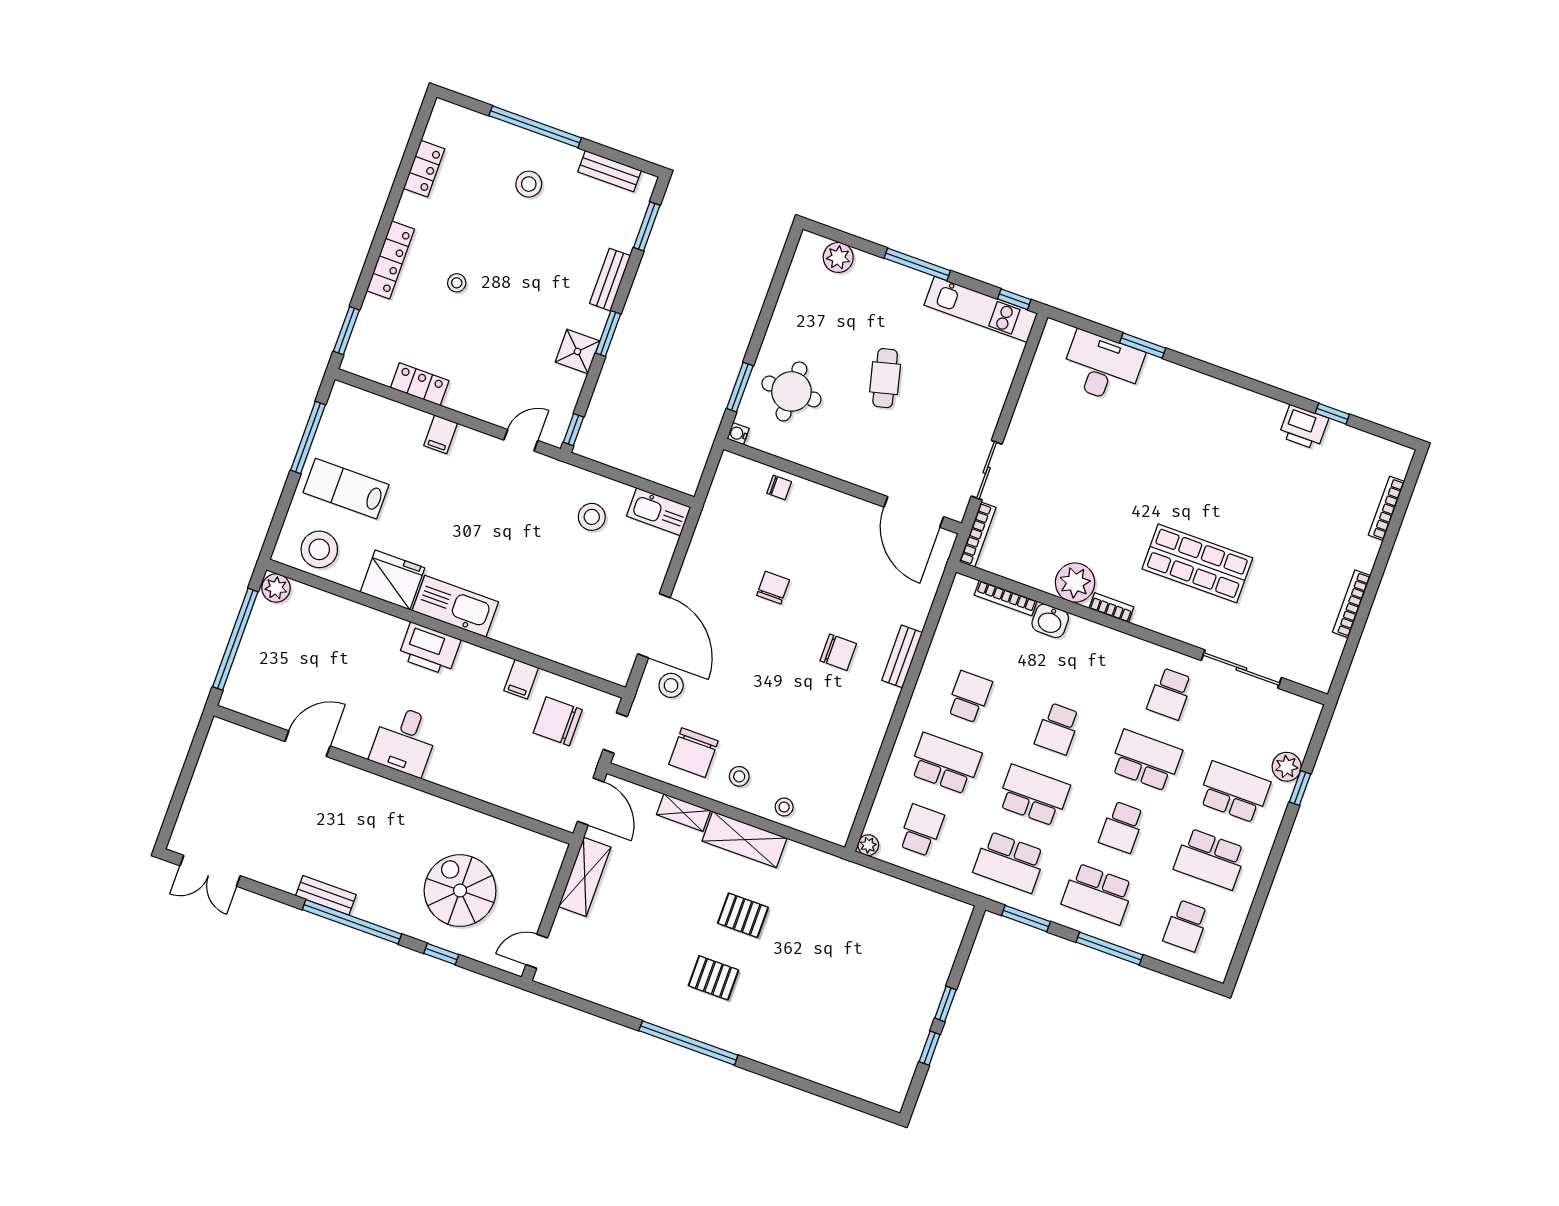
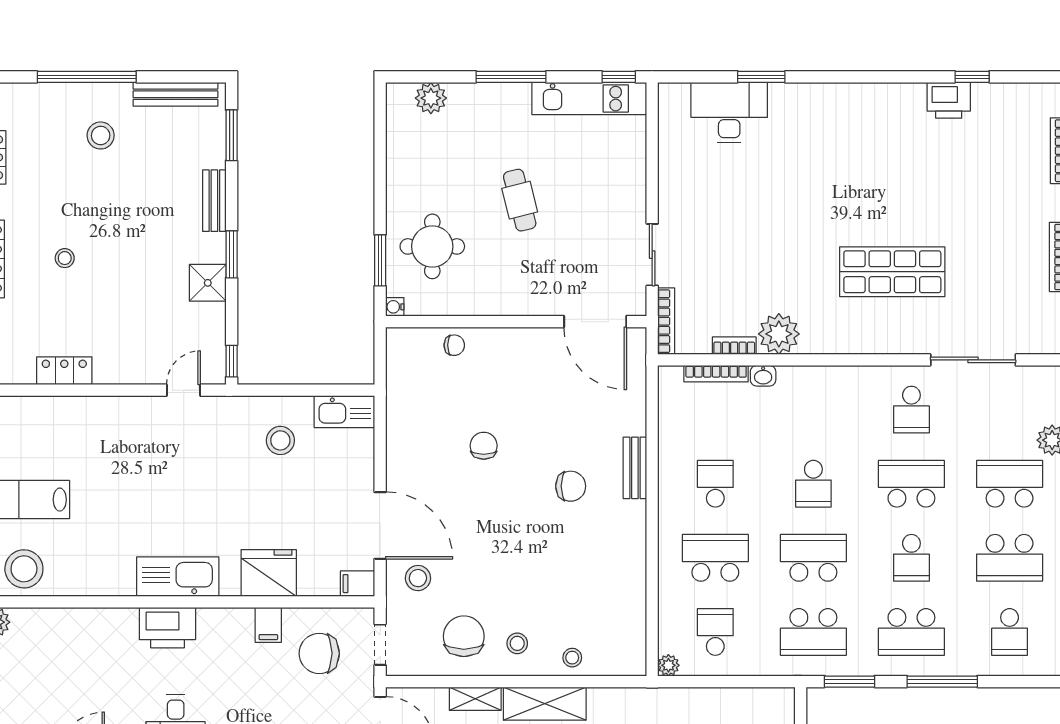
bench: (610, 171) -> (175, 94), width x1.36
filing cabinet: (441, 434) -> (357, 584), moved, turned 90
fridge: (393, 580) -> (269, 573), moved
bookcase: (1111, 608) -> (734, 346), moved
washbasin: (1050, 621) -> (763, 376), width x0.72, depth x0.69
chair: (693, 753) -> (464, 636), turned 180

